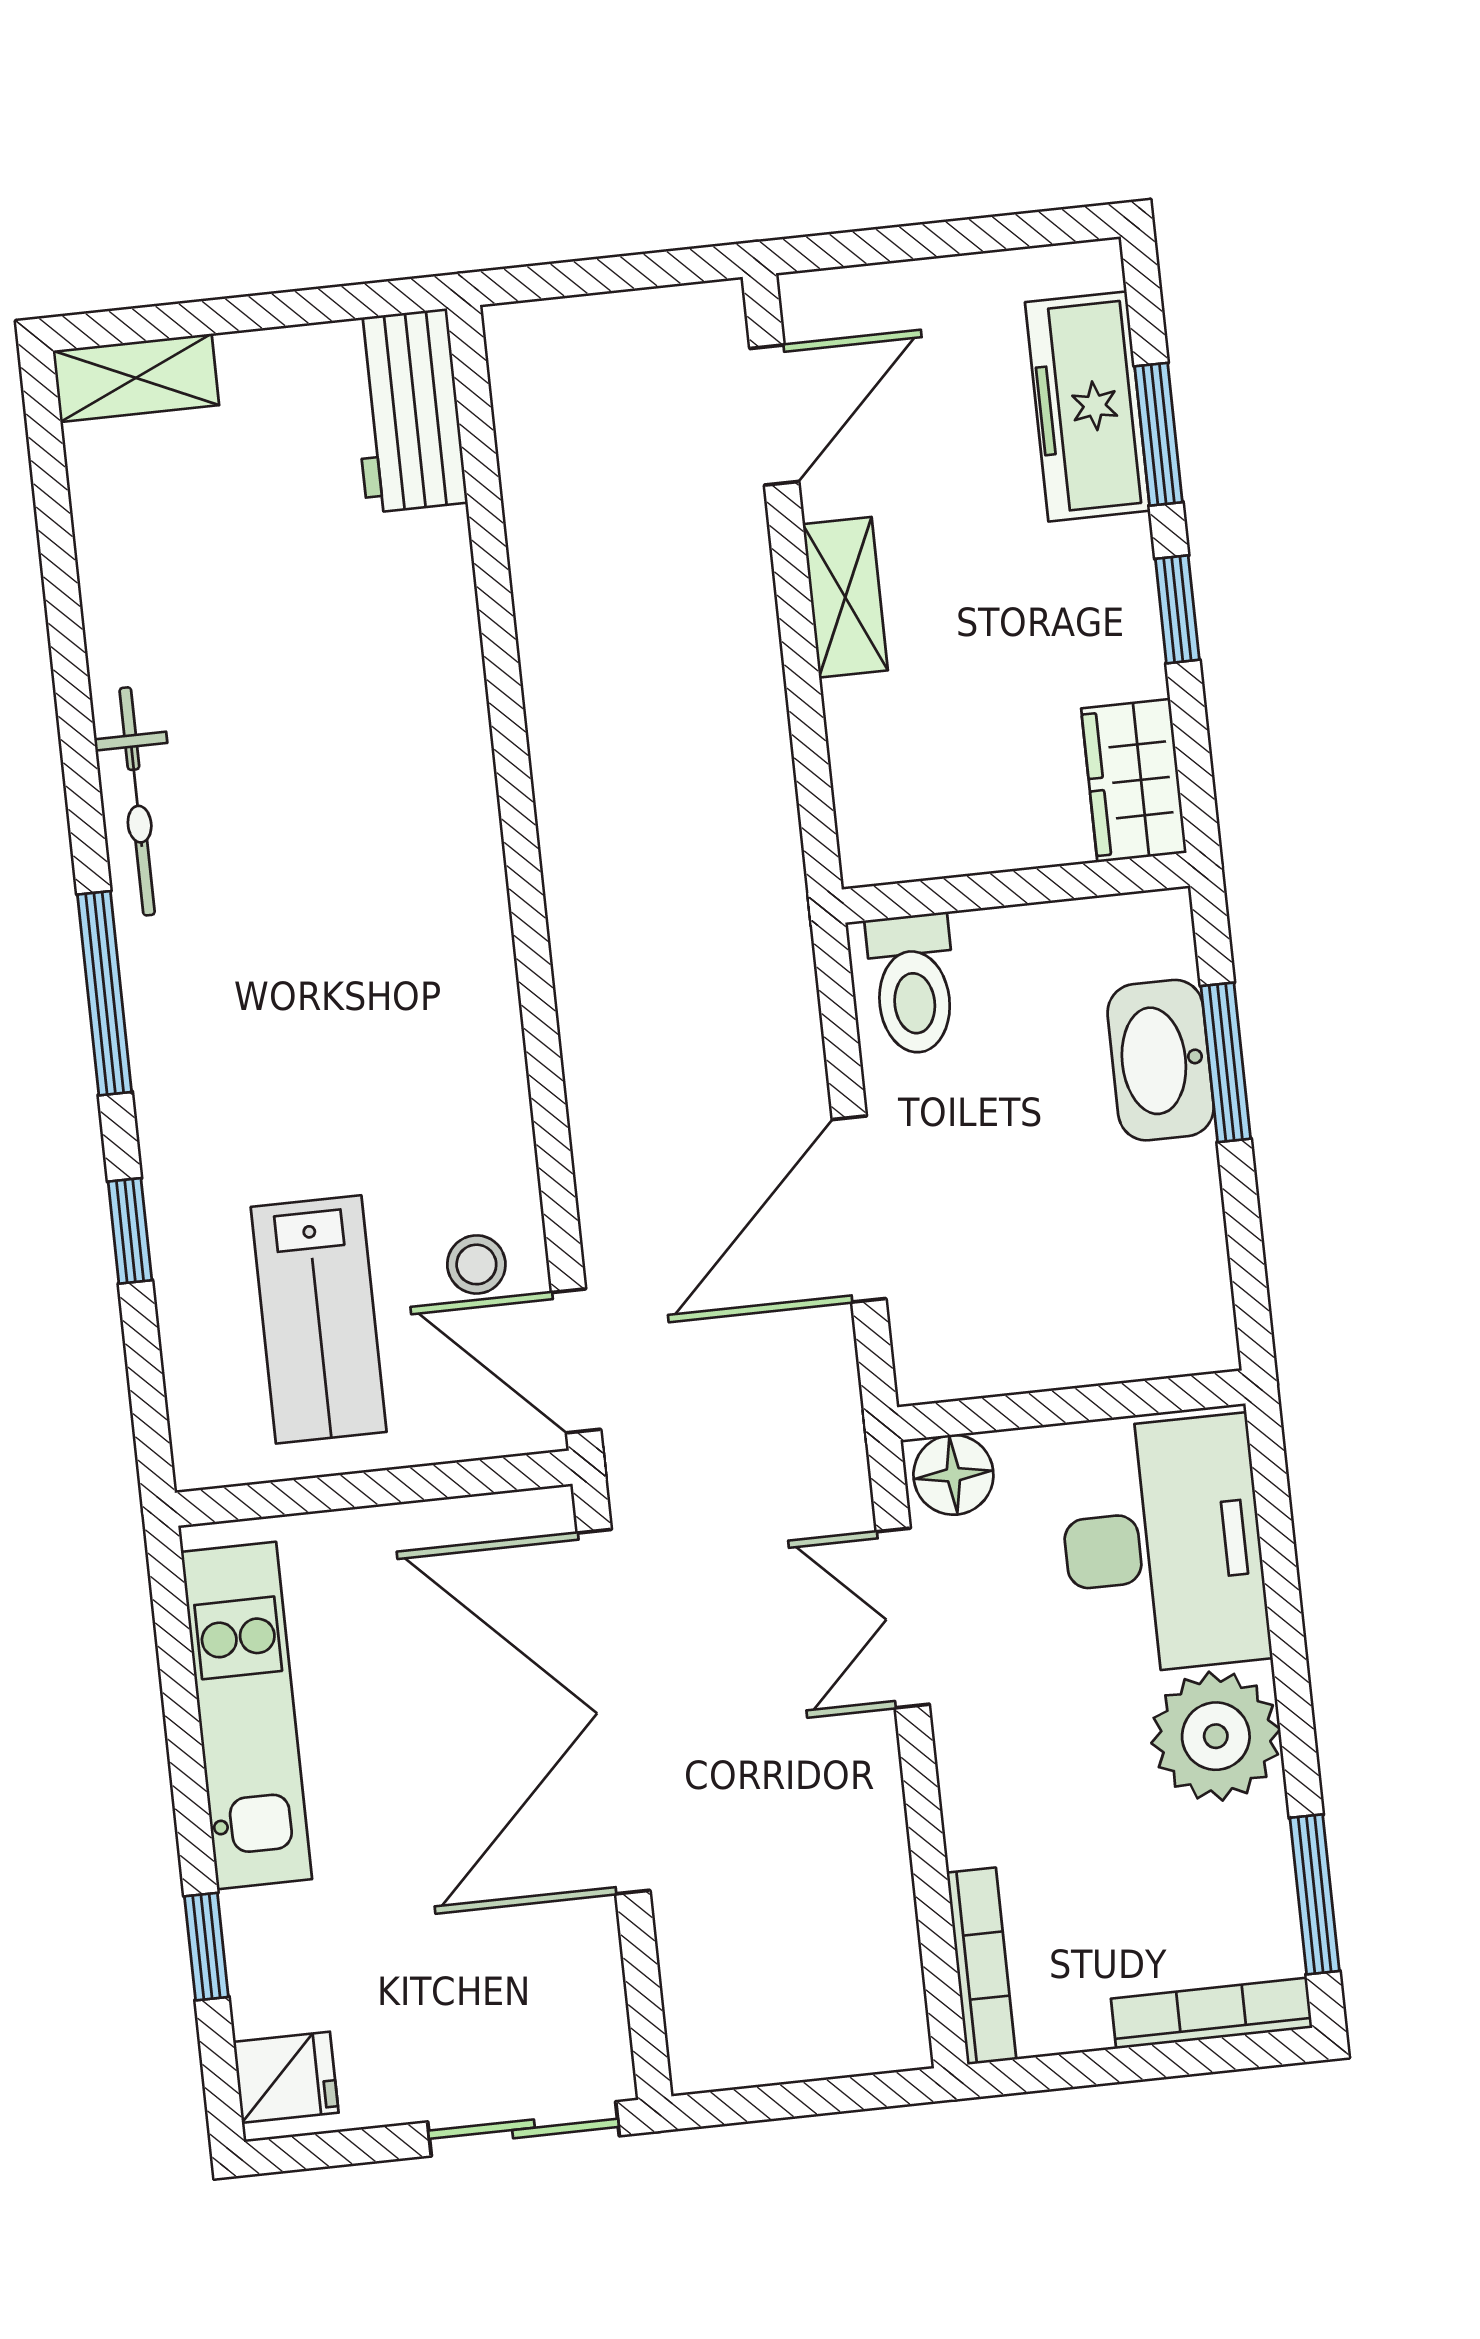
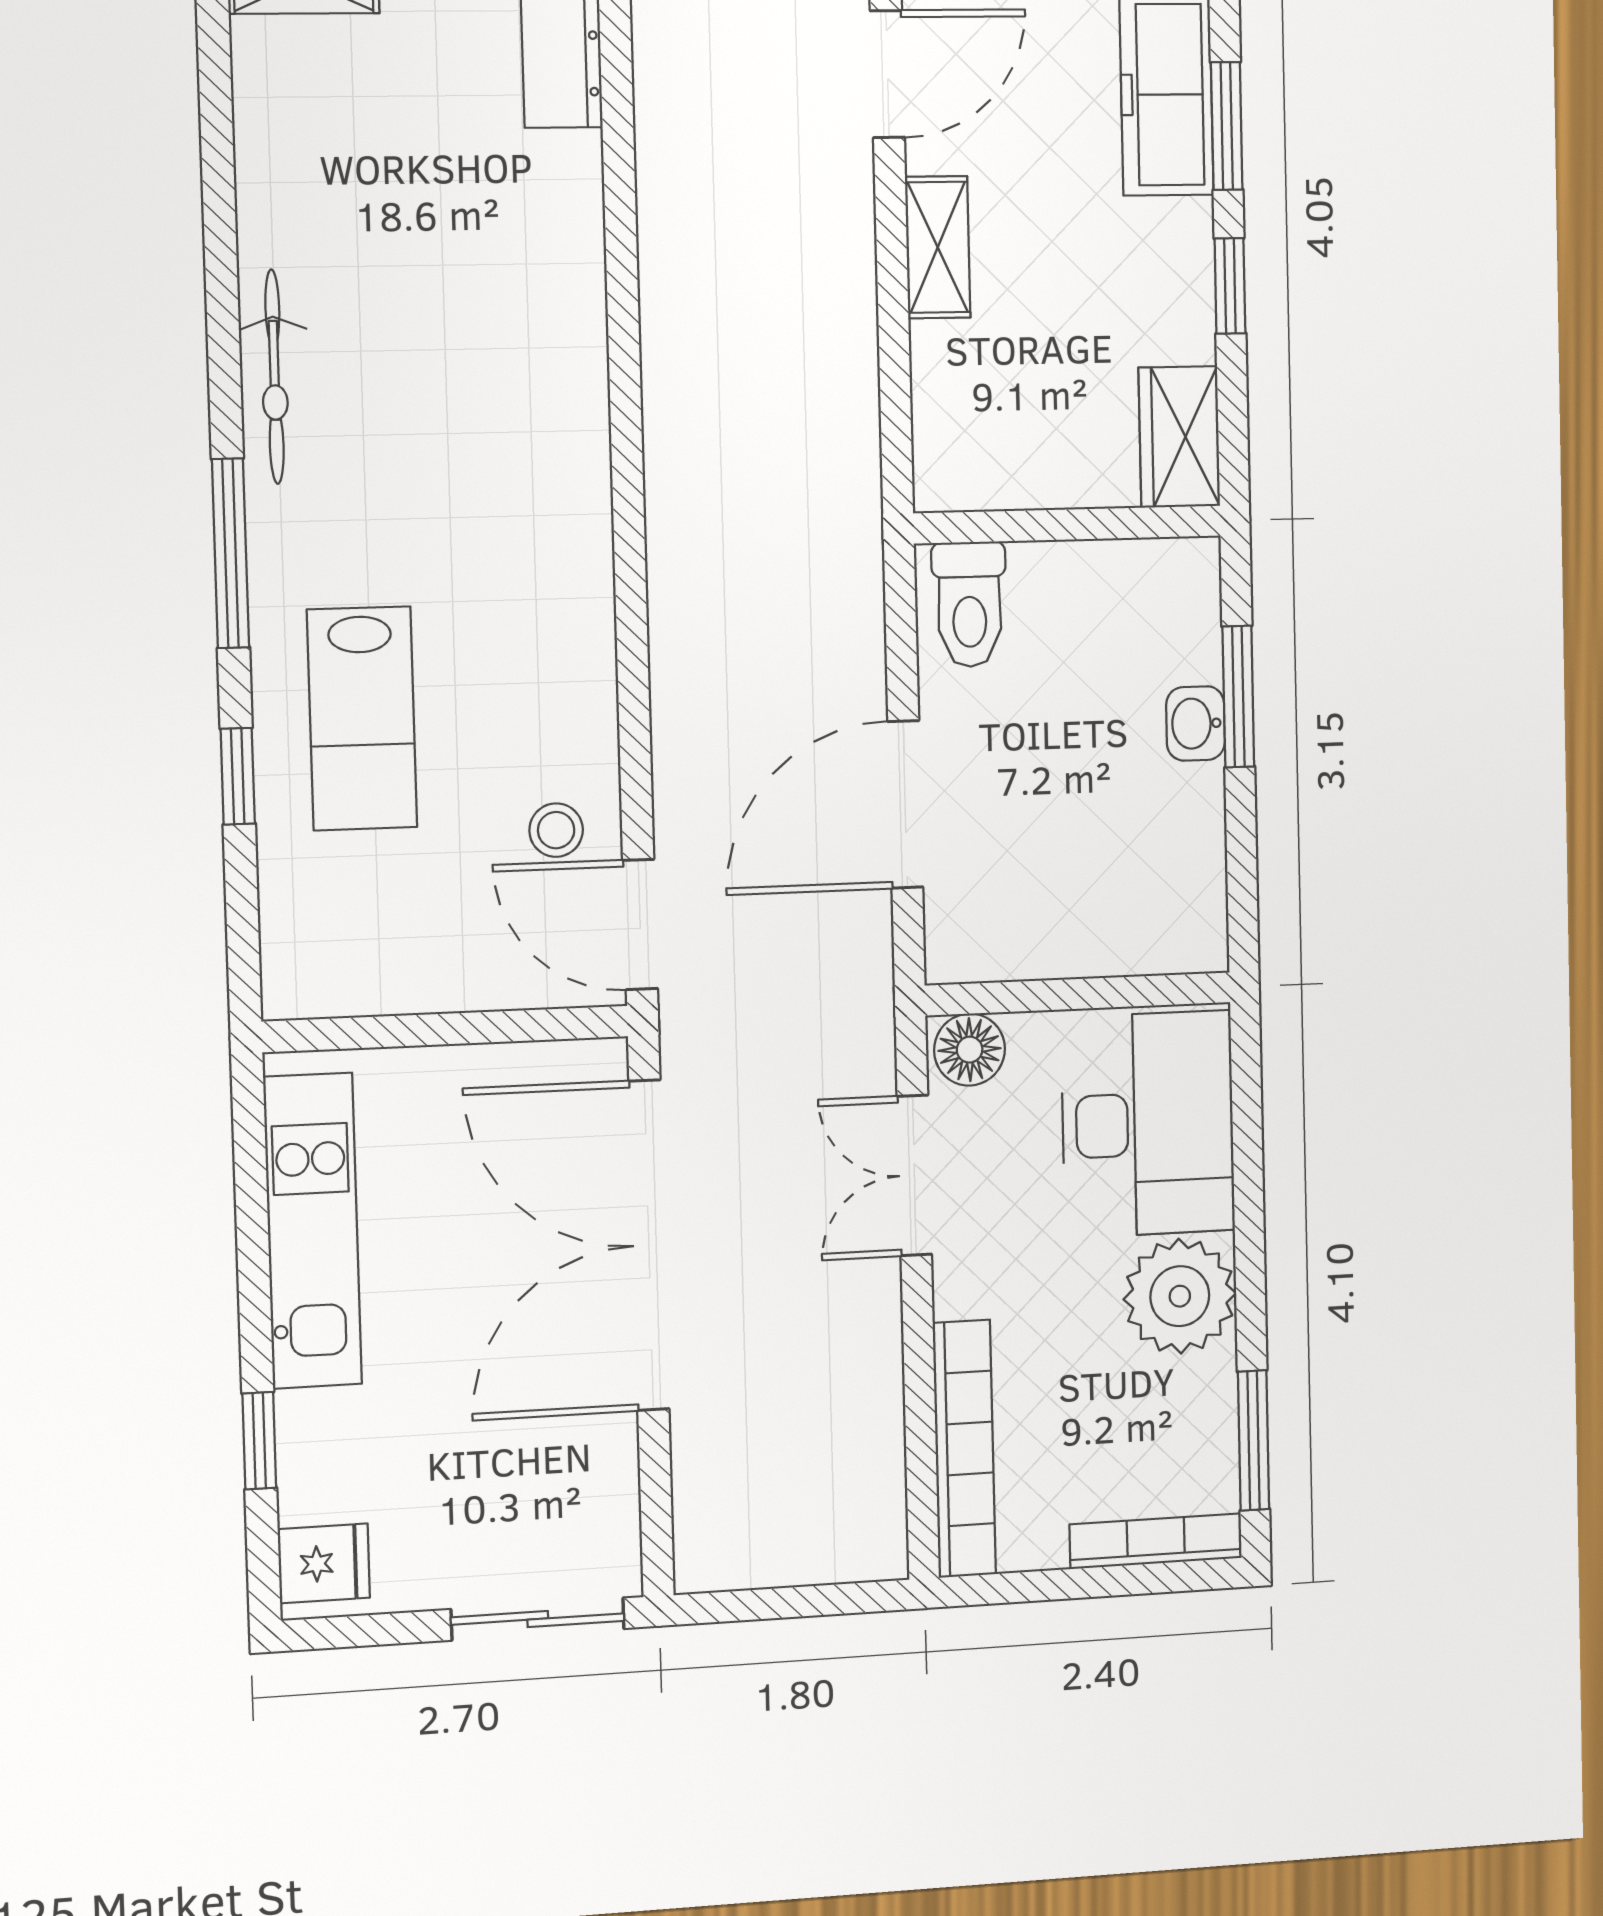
washbasin: (1161, 1060) -> (1196, 723), width x0.52, depth x0.69
lab bench: (319, 1319) -> (362, 718), moved
bookcase: (981, 1966) -> (964, 1449), width x1.48, depth x1.31

